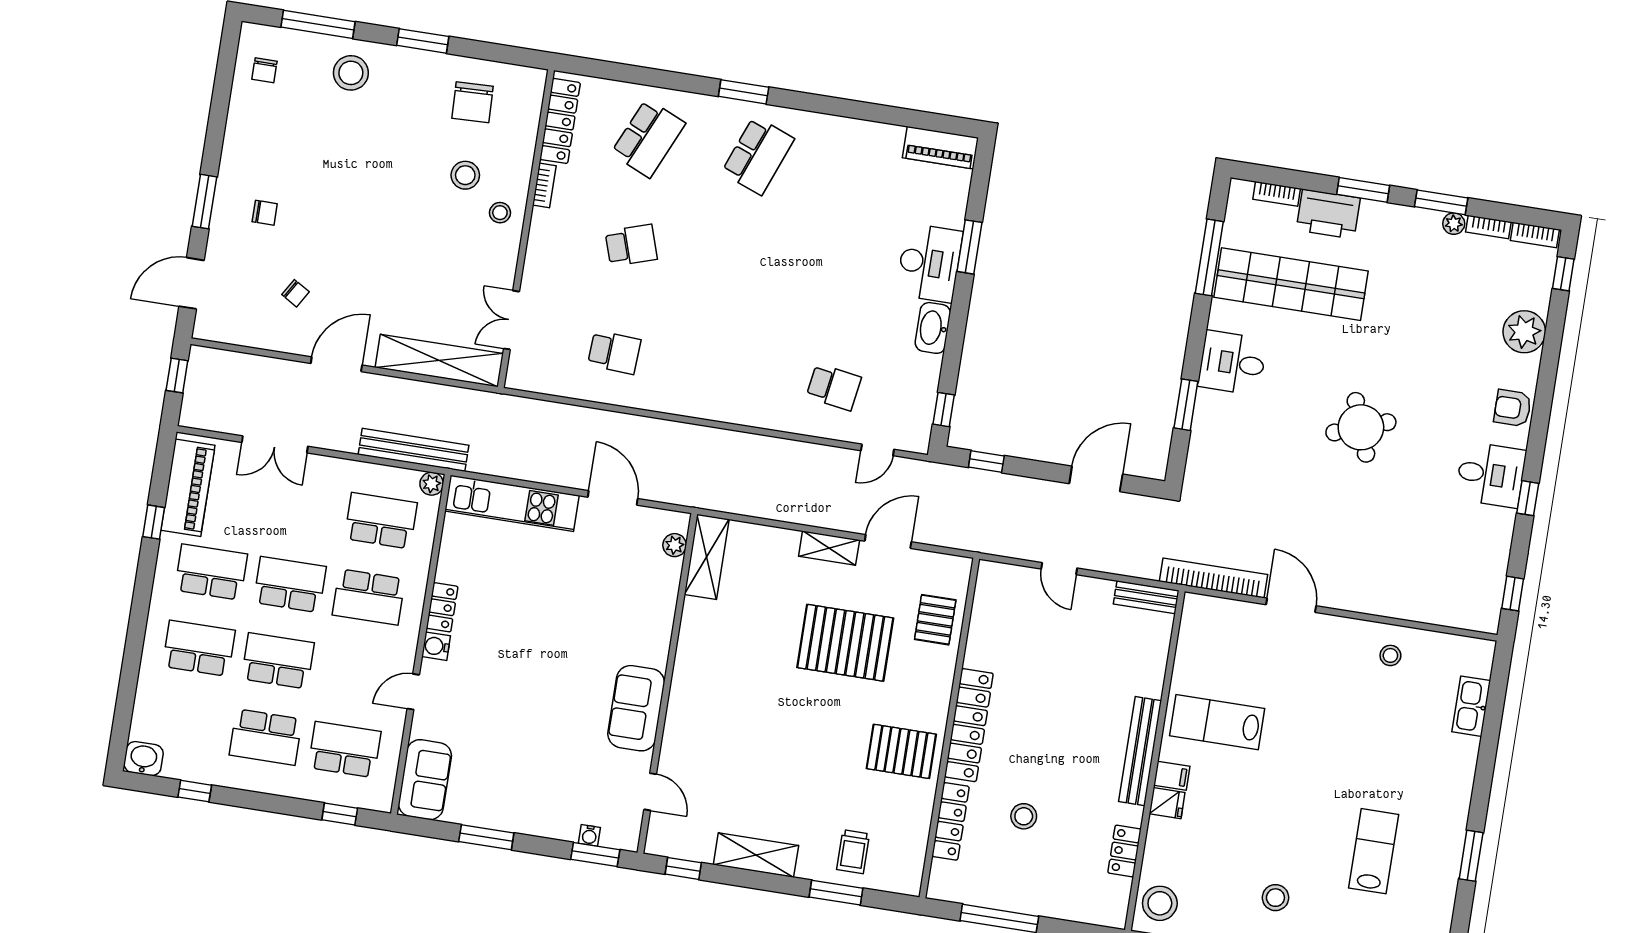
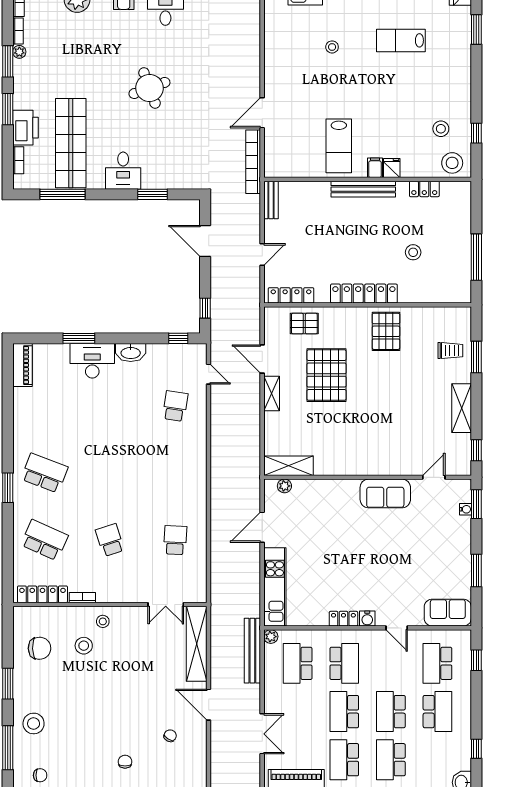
stool: (1390, 655) -> (332, 47), moved
locker: (951, 821) -> (291, 295), moved
stool: (1275, 898) -> (441, 129), moved

